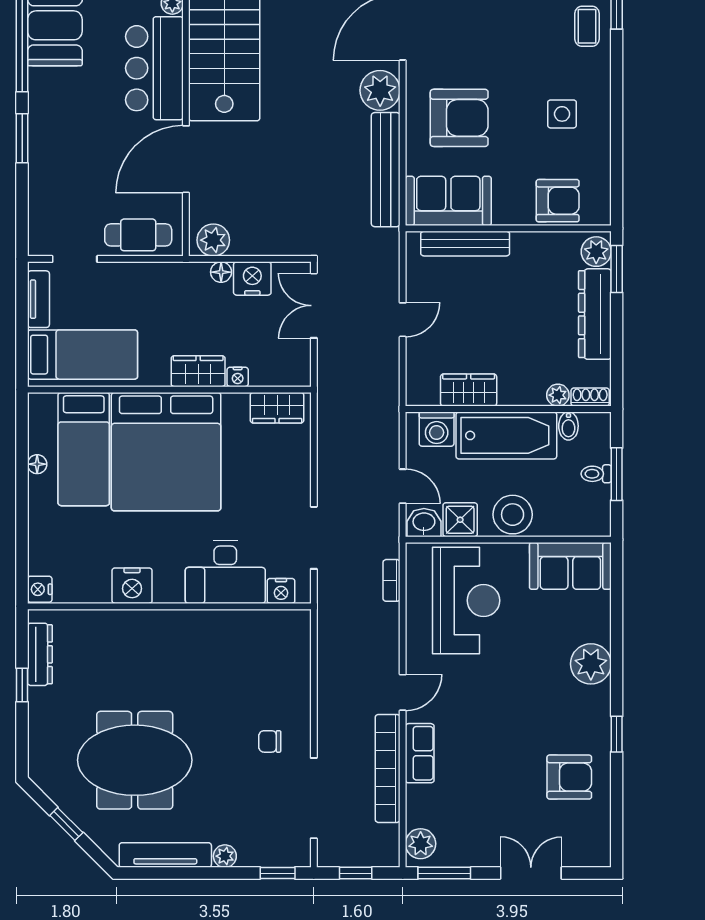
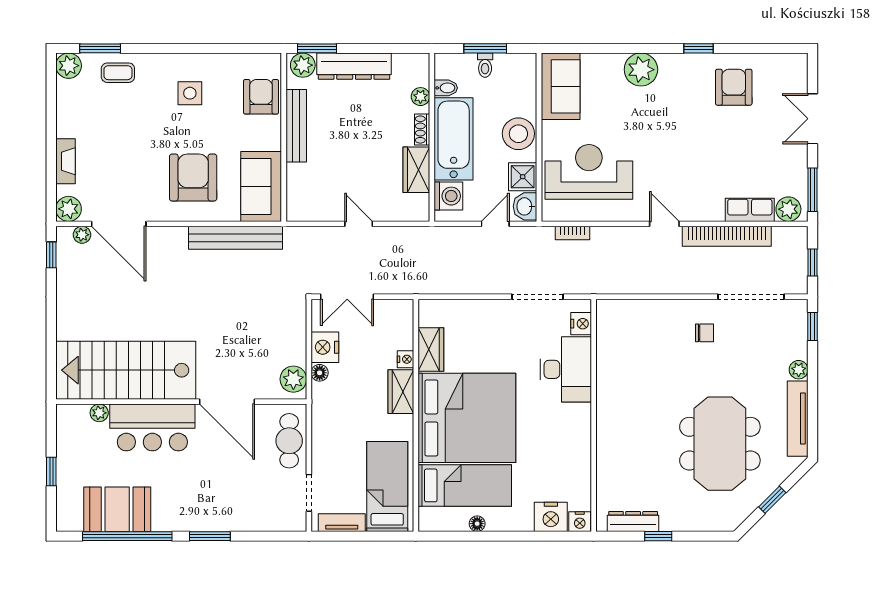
plant: (380, 90) -> (171, 242), removed
bench: (465, 244) -> (296, 126), moved
shoe rack: (590, 397) -> (422, 130), moved
wardrobe: (277, 408) -> (431, 350), moved
nightstand: (132, 586) -> (551, 517), moved, turned 90
chair: (270, 741) -> (705, 333), turned -90
row of seats: (420, 753) -> (750, 210), moved

